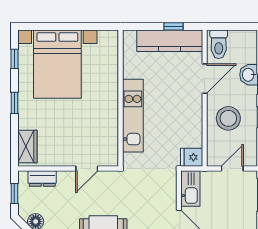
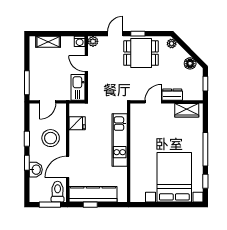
window: (229, 26) -> (50, 205), added
window: (14, 103) -> (205, 149), width x2.17
wardrobe: (27, 146) -> (187, 110), moved, turned -90
fridge: (192, 157) -> (77, 123), moved
dresser: (42, 178) -> (172, 95), moved

